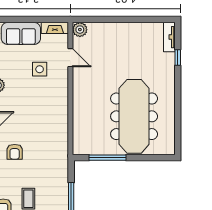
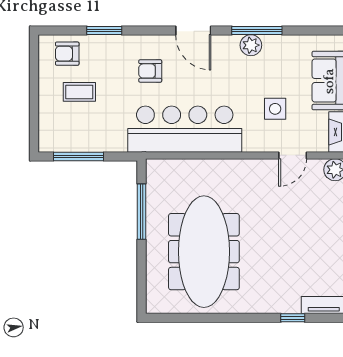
meeting table: (134, 116) -> (204, 252), turned 90
bar counter: (53, 129) -> (185, 129), added

